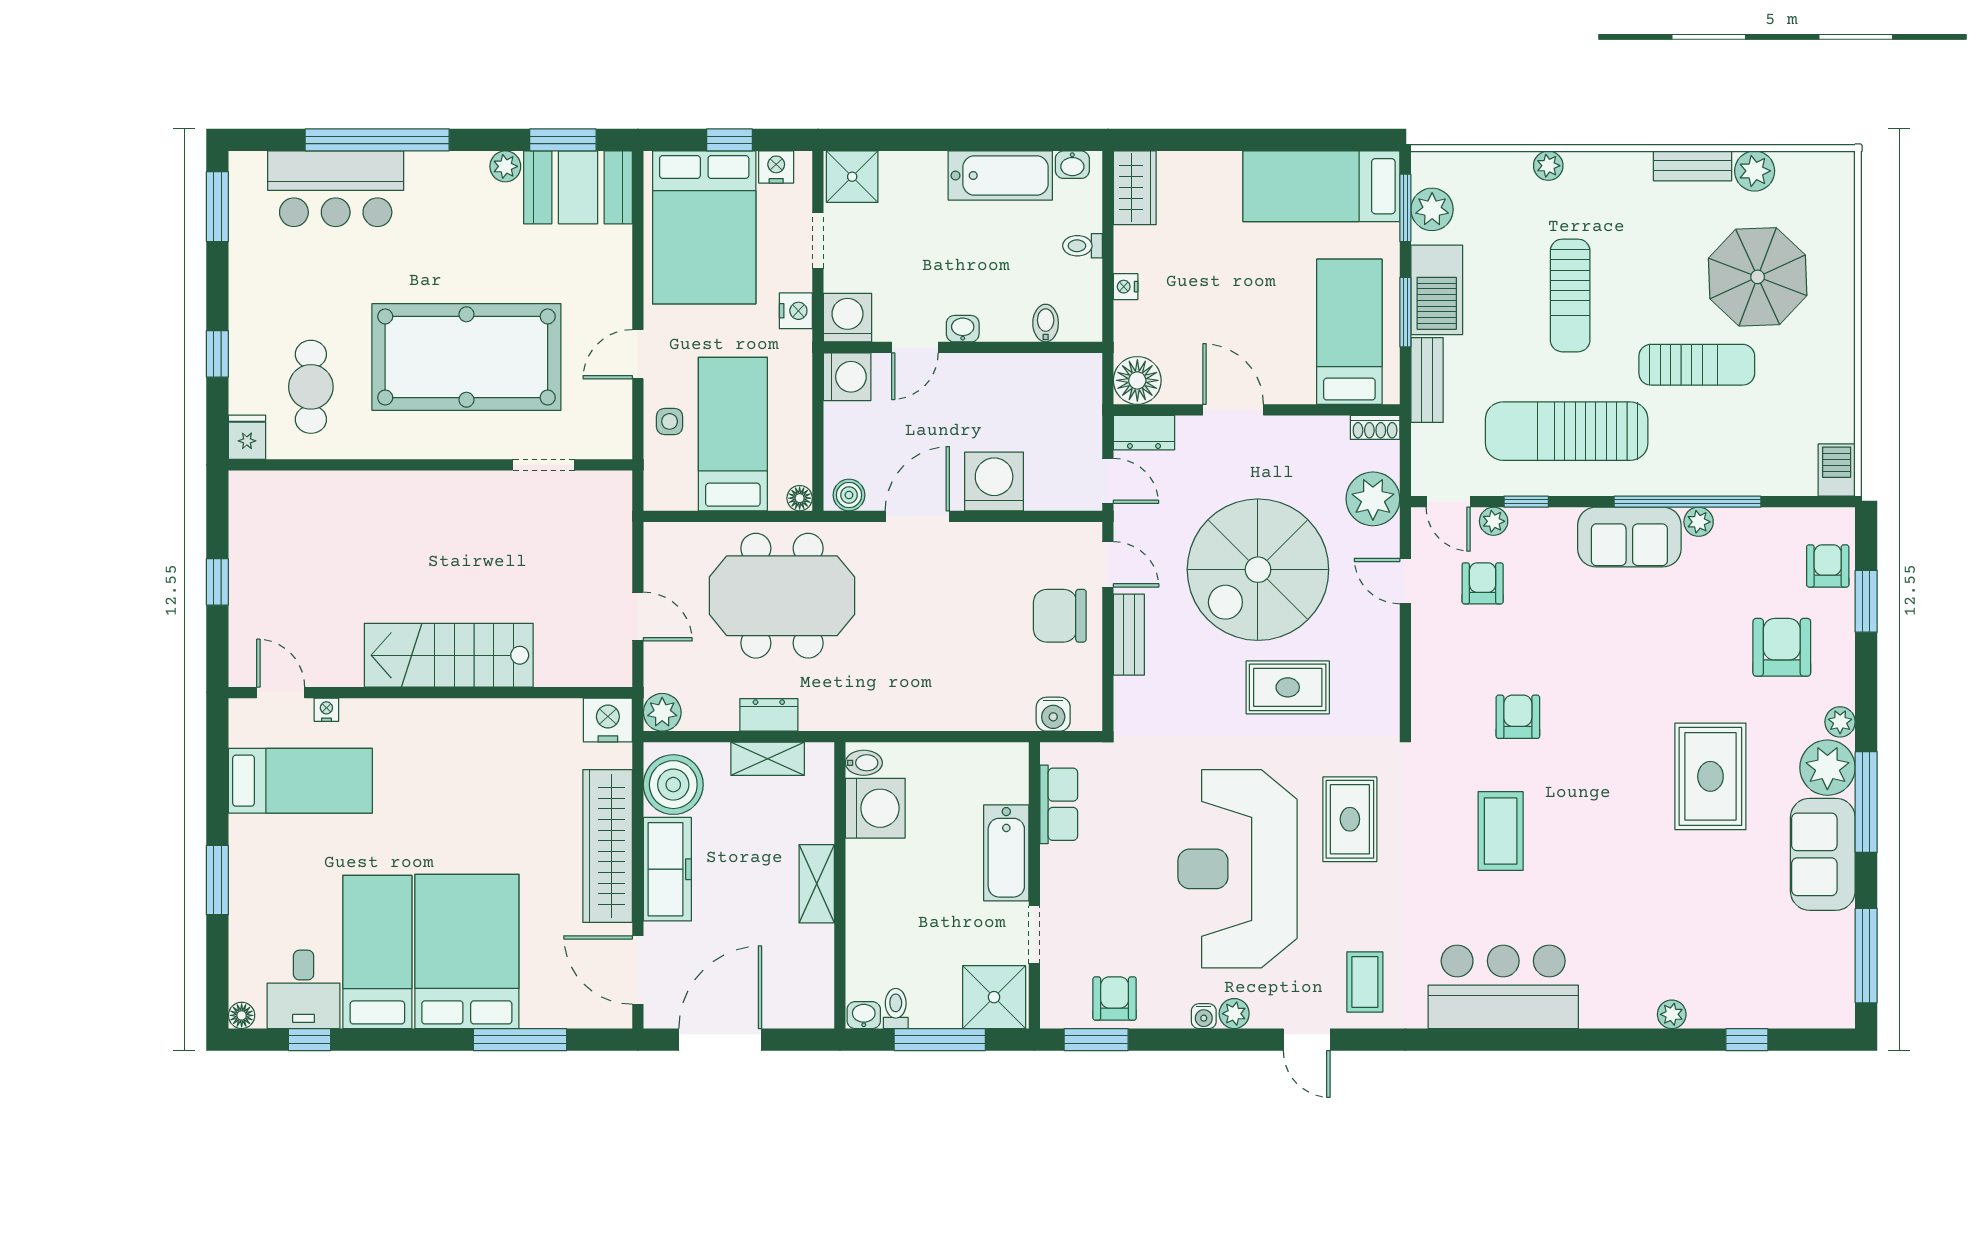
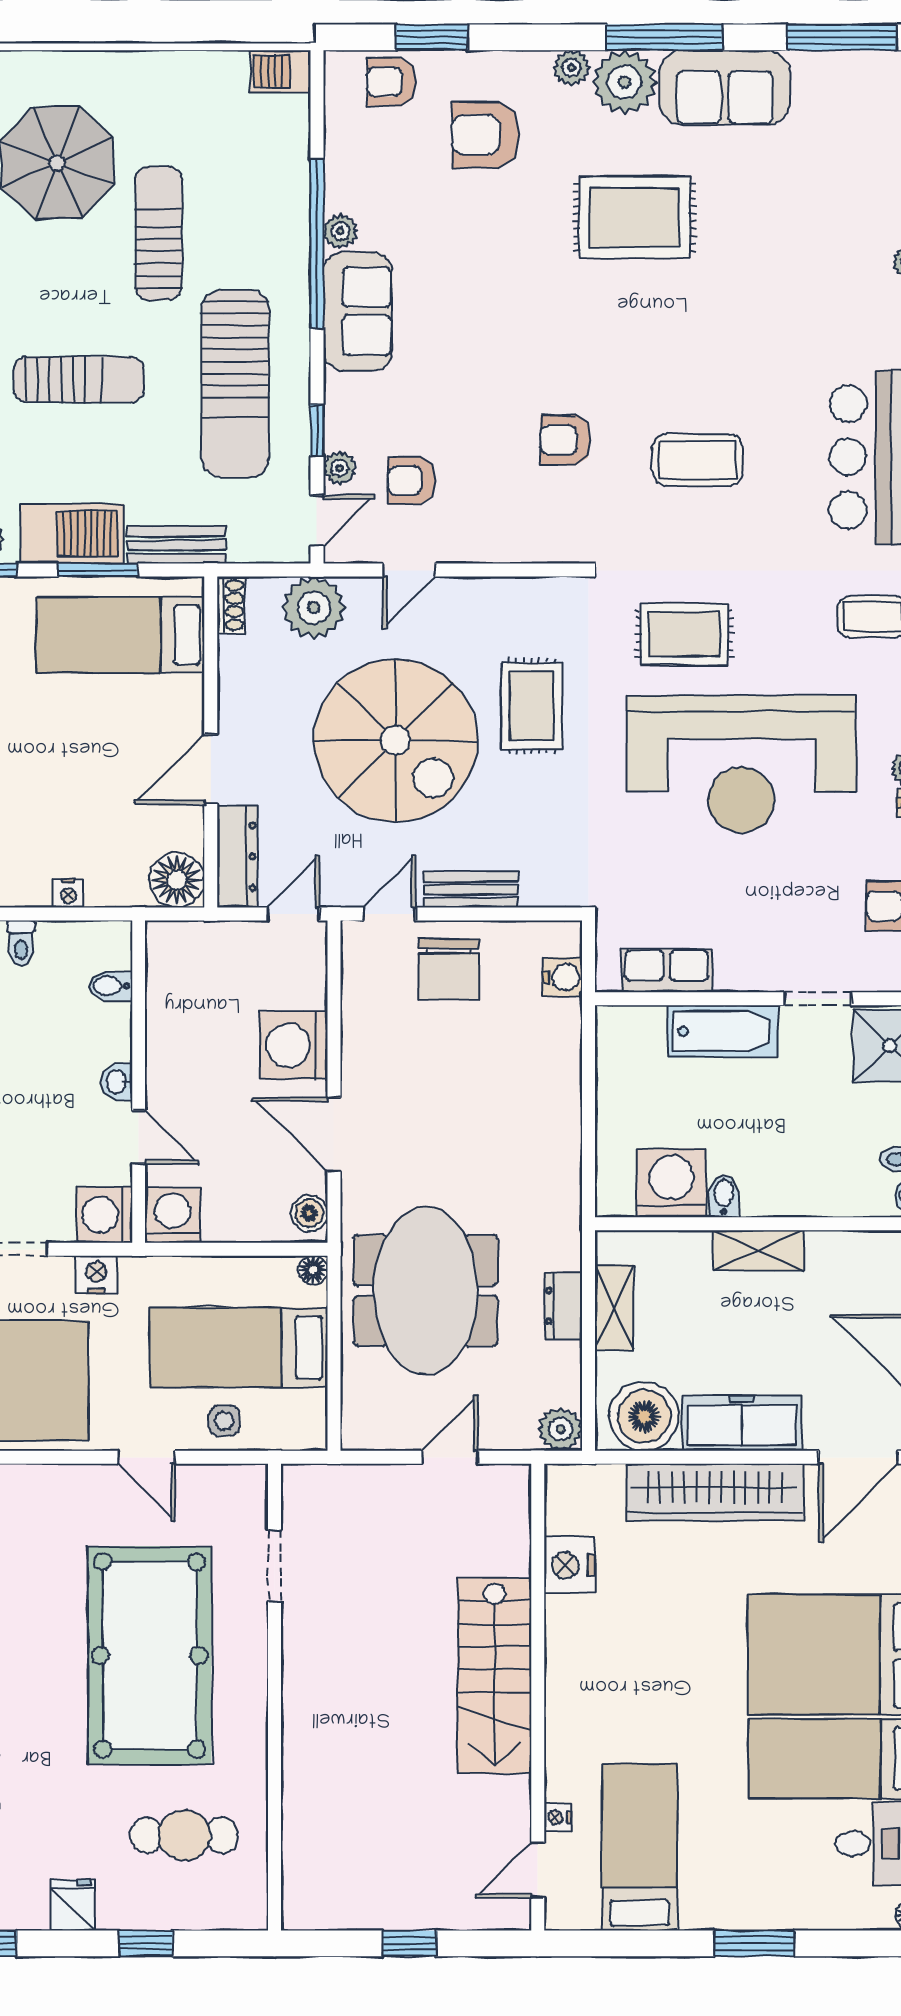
dresser: (1144, 433) -> (237, 857), width x1.44
fridge: (247, 437) -> (72, 1905), moved, turned 90
nightstand: (608, 720) -> (569, 1565), moved
bidet: (864, 763) -> (724, 1196), moved

